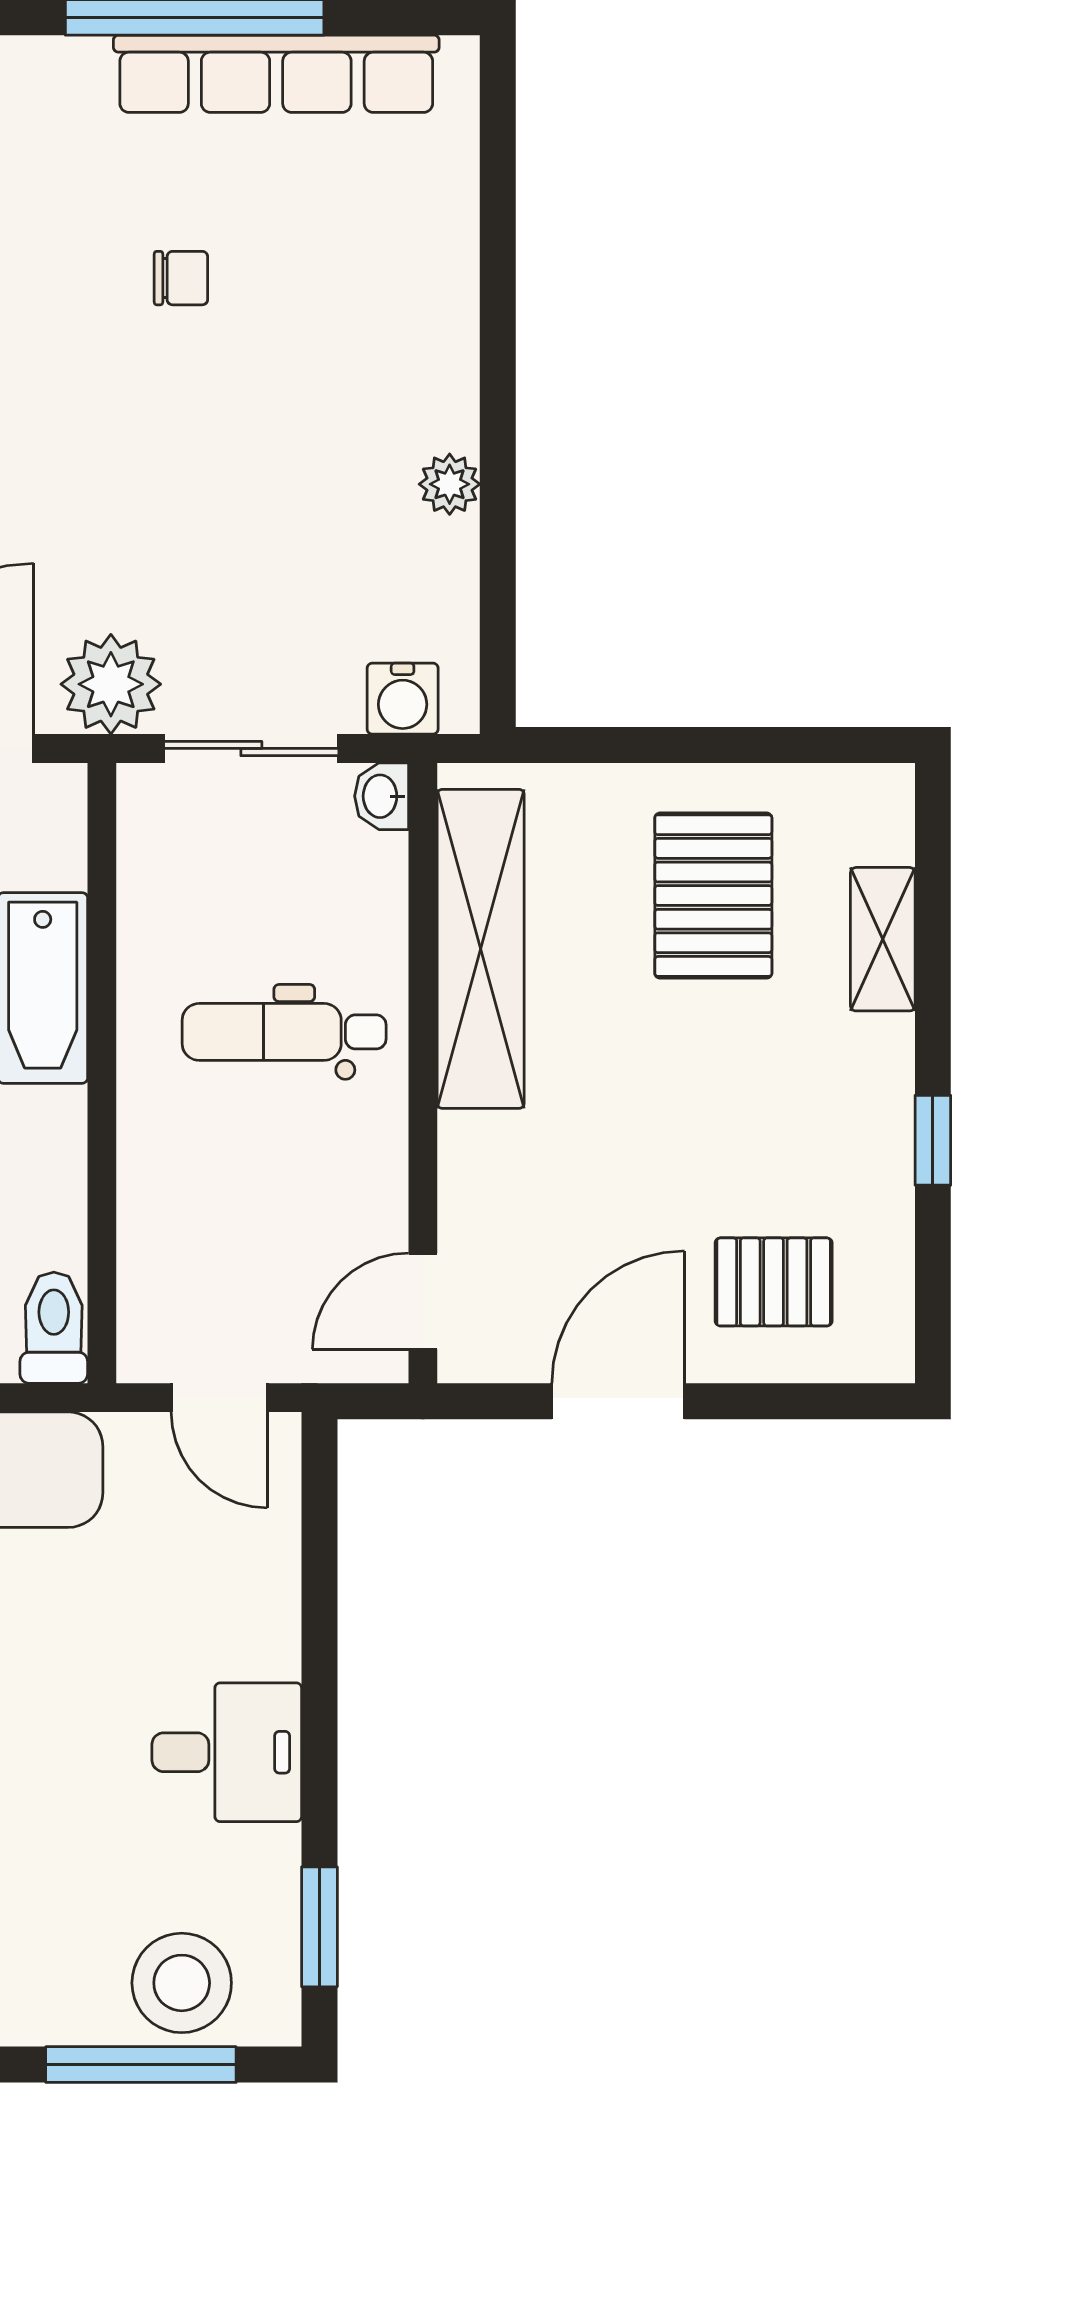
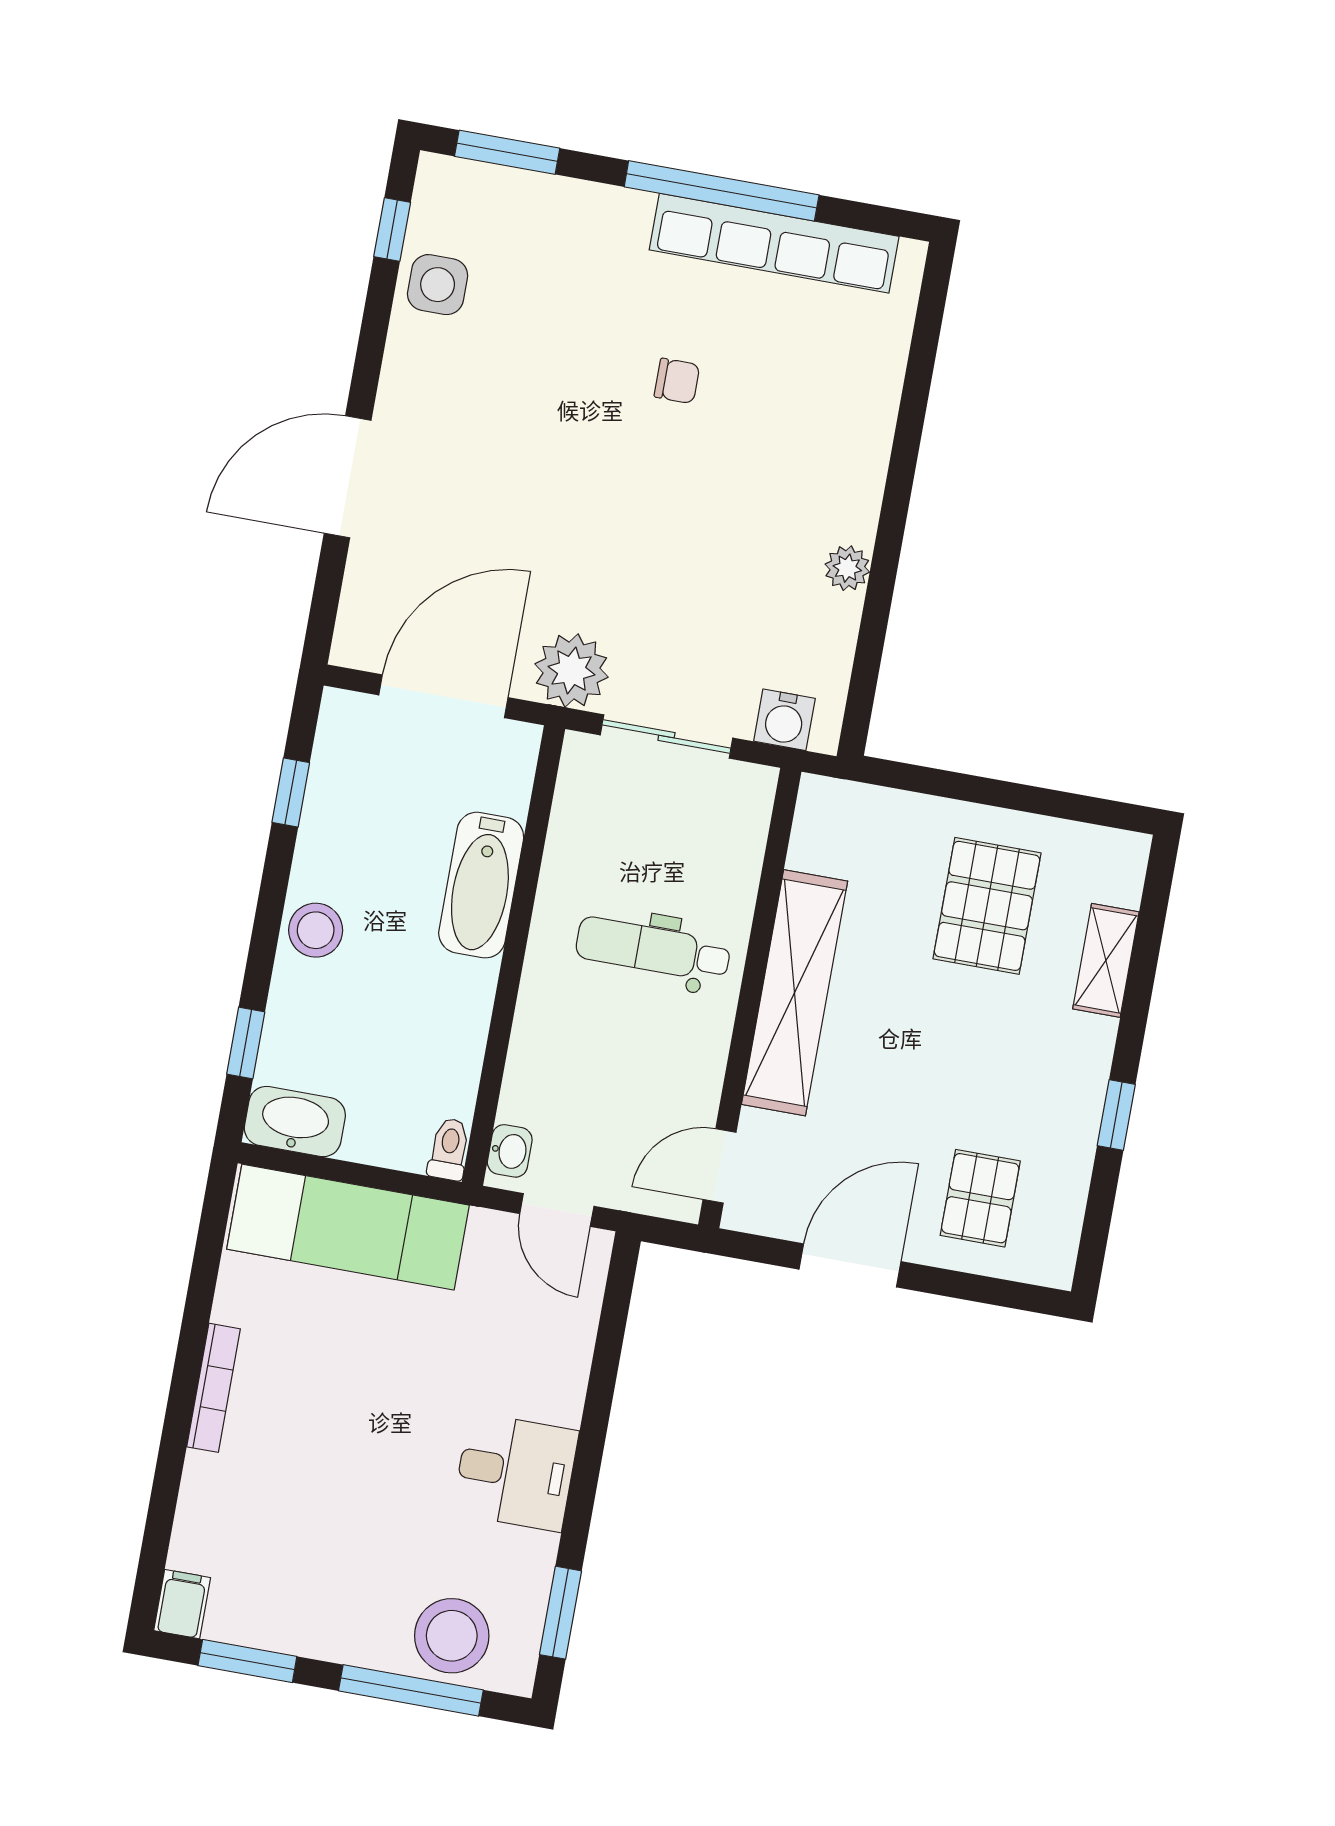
washbasin: (382, 796) -> (510, 1151), moved, turned 180
shelving: (481, 949) -> (795, 993), moved
pallet: (774, 1282) -> (980, 1198), turned 90
toilet: (54, 1328) -> (449, 1149), width x0.73, depth x0.72

